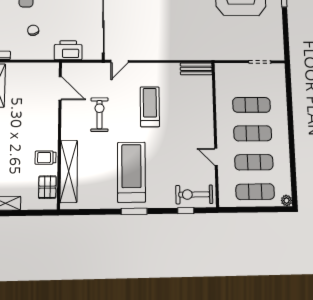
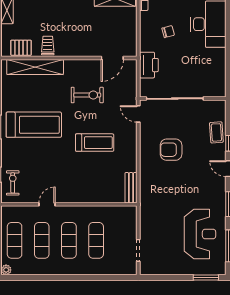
armchair: (156, 28) -> (171, 150), added
exercise bike: (194, 194) -> (13, 183), width x0.73, depth x0.72

